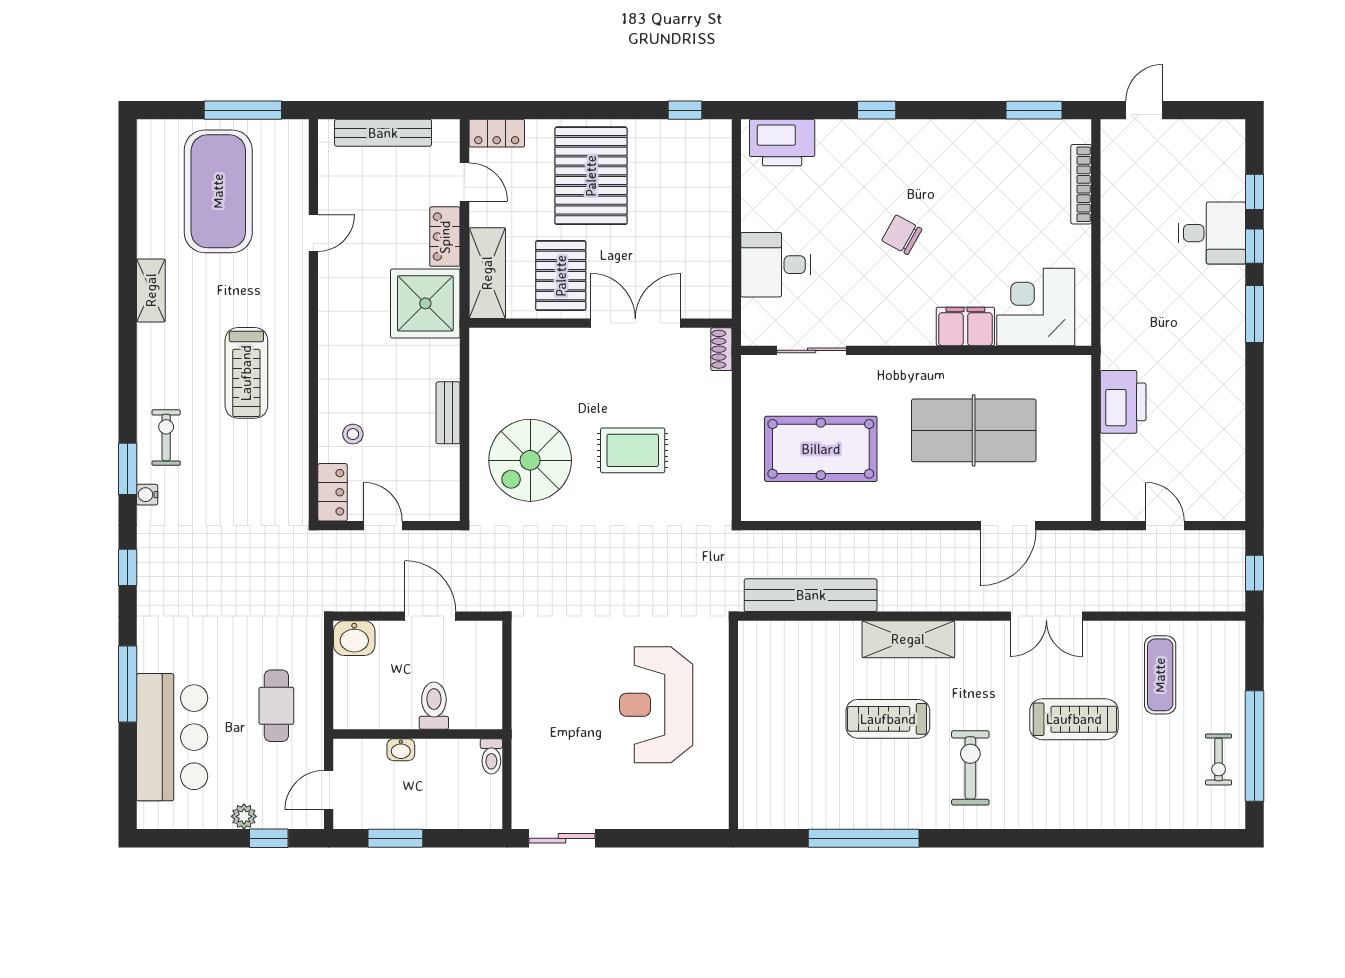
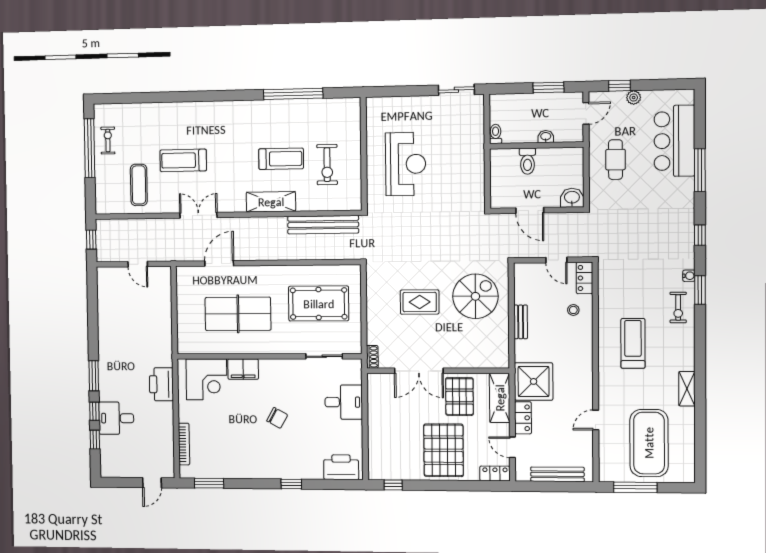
printer: (1123, 402) -> (161, 384), moved
exercise bike: (970, 768) -> (327, 165), moved

